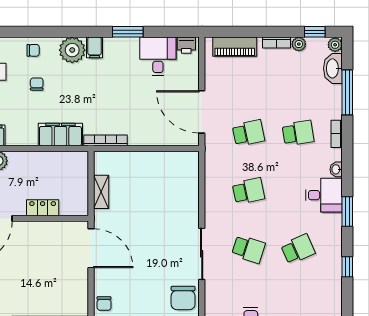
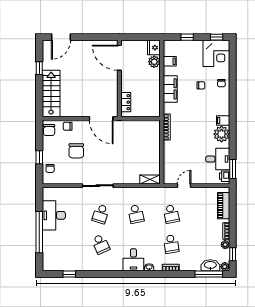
window: (128, 32) -> (233, 169), moved
plant: (72, 50) -> (222, 134), moved
window: (347, 92) -> (209, 274), moved
door: (202, 112) -> (184, 186), width x0.53
filing cabinet: (60, 135) -> (170, 89), moved
shelving: (101, 192) -> (150, 179), moved
locker: (43, 208) -> (126, 102), moved
window: (347, 211) -> (123, 274), removed
door: (91, 248) -> (101, 118), hinge flipped
window: (347, 267) -> (69, 274), moved
chair: (183, 298) -> (76, 151), moved, turned -90

